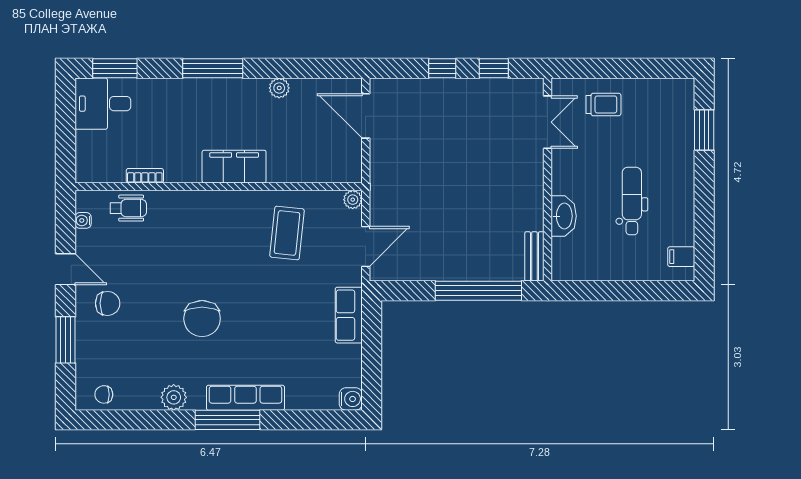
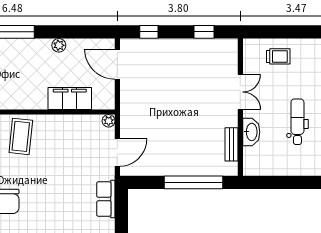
window: (442, 68) -> (149, 32), moved
double door: (547, 122) -> (240, 92), moved
filing cabinet: (234, 167) -> (70, 98), moved
coffee table: (287, 233) -> (21, 136), moved
bench: (534, 256) -> (232, 144), moved

